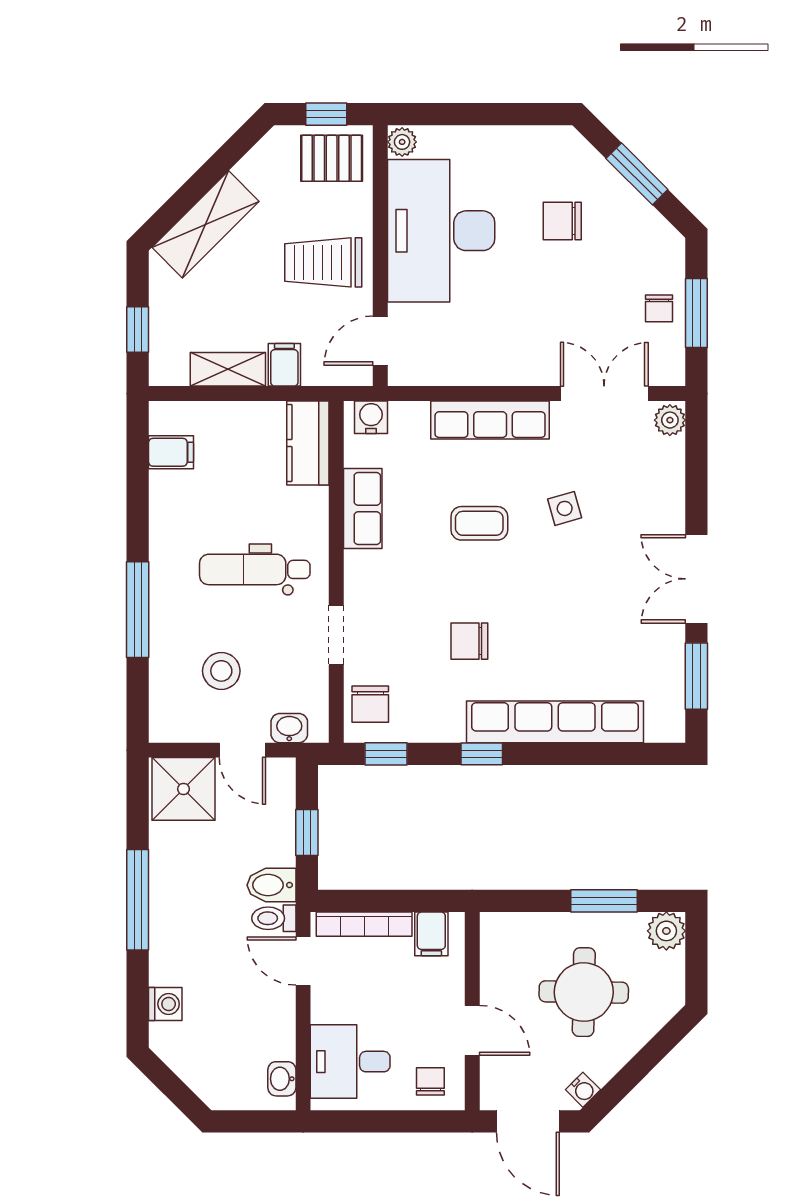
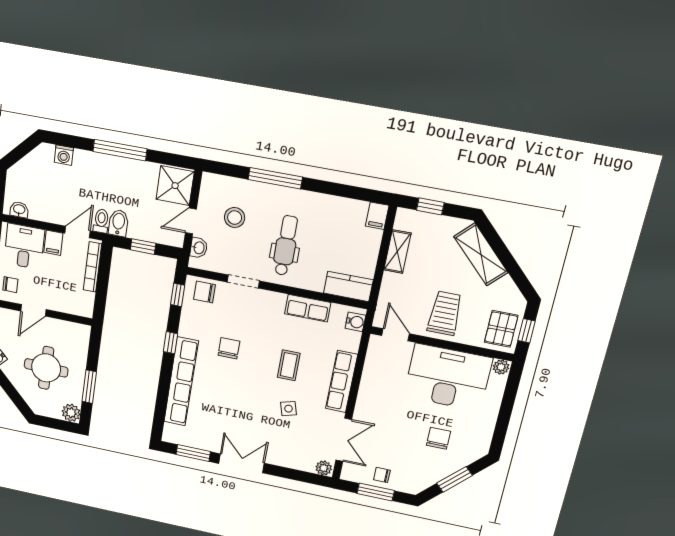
filing cabinet: (284, 365) -> (393, 282), removed
filing cabinet: (171, 452) -> (377, 216), moved
filing cabinet: (431, 934) -> (53, 243), moved, turned -90

